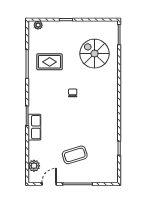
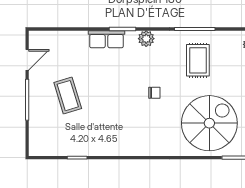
spiral stairs: (94, 54) -> (209, 123), width x1.37, depth x1.37
plant: (34, 166) -> (146, 39), moved
door: (49, 184) -> (27, 60), hinge flipped

